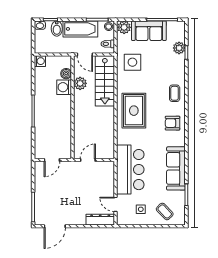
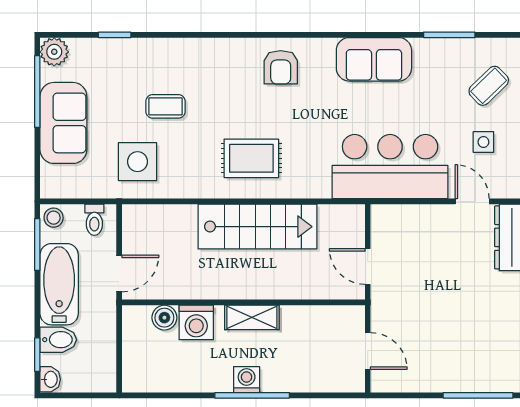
plant: (124, 27) -> (55, 181), removed
plant: (179, 48) -> (54, 52), moved
washing machine: (40, 61) -> (247, 380), moved
stairs: (105, 81) -> (257, 227), moved
plant: (80, 83) -> (187, 285), removed
coffee table: (175, 93) -> (166, 106), moved
shelving: (66, 111) -> (252, 317), added
rug: (134, 111) -> (251, 158), width x0.73, depth x0.70
sofa: (176, 168) -> (374, 59), width x0.73
door: (116, 204) -> (472, 201), swing flipped

